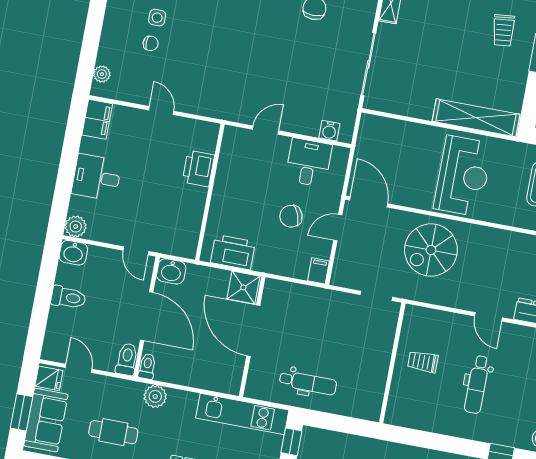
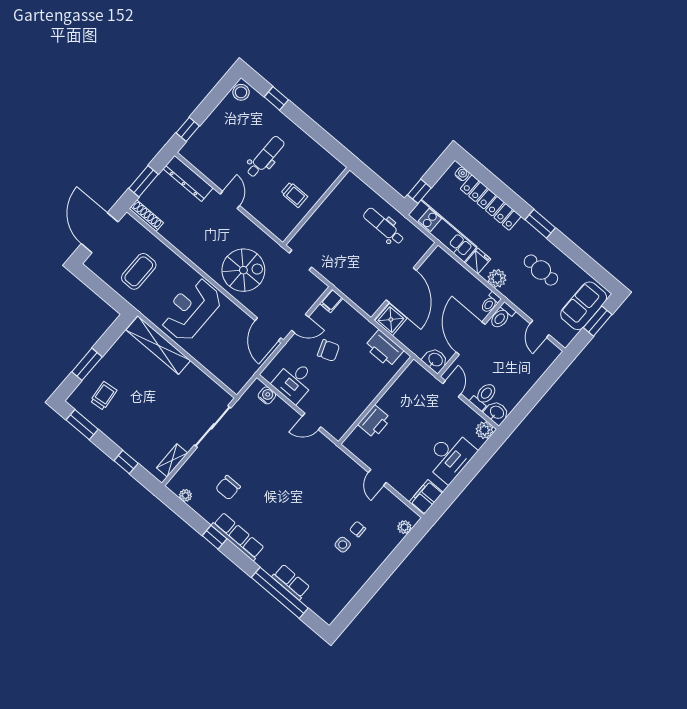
desk: (97, 177) -> (450, 456), width x1.37
toilet: (68, 297) -> (484, 396), moved, turned 90
fridge: (49, 378) -> (478, 261), moved, turned 90

